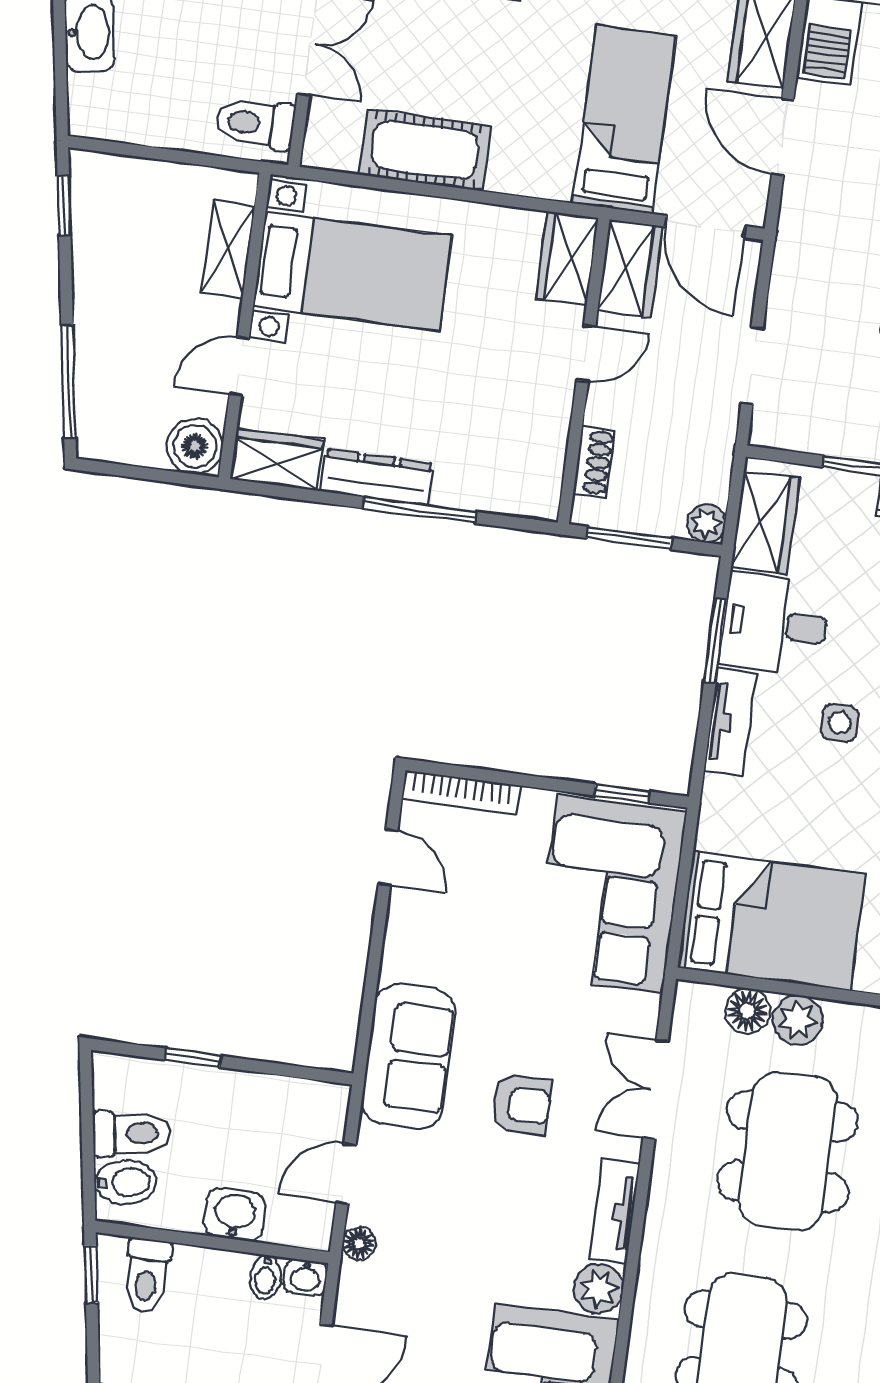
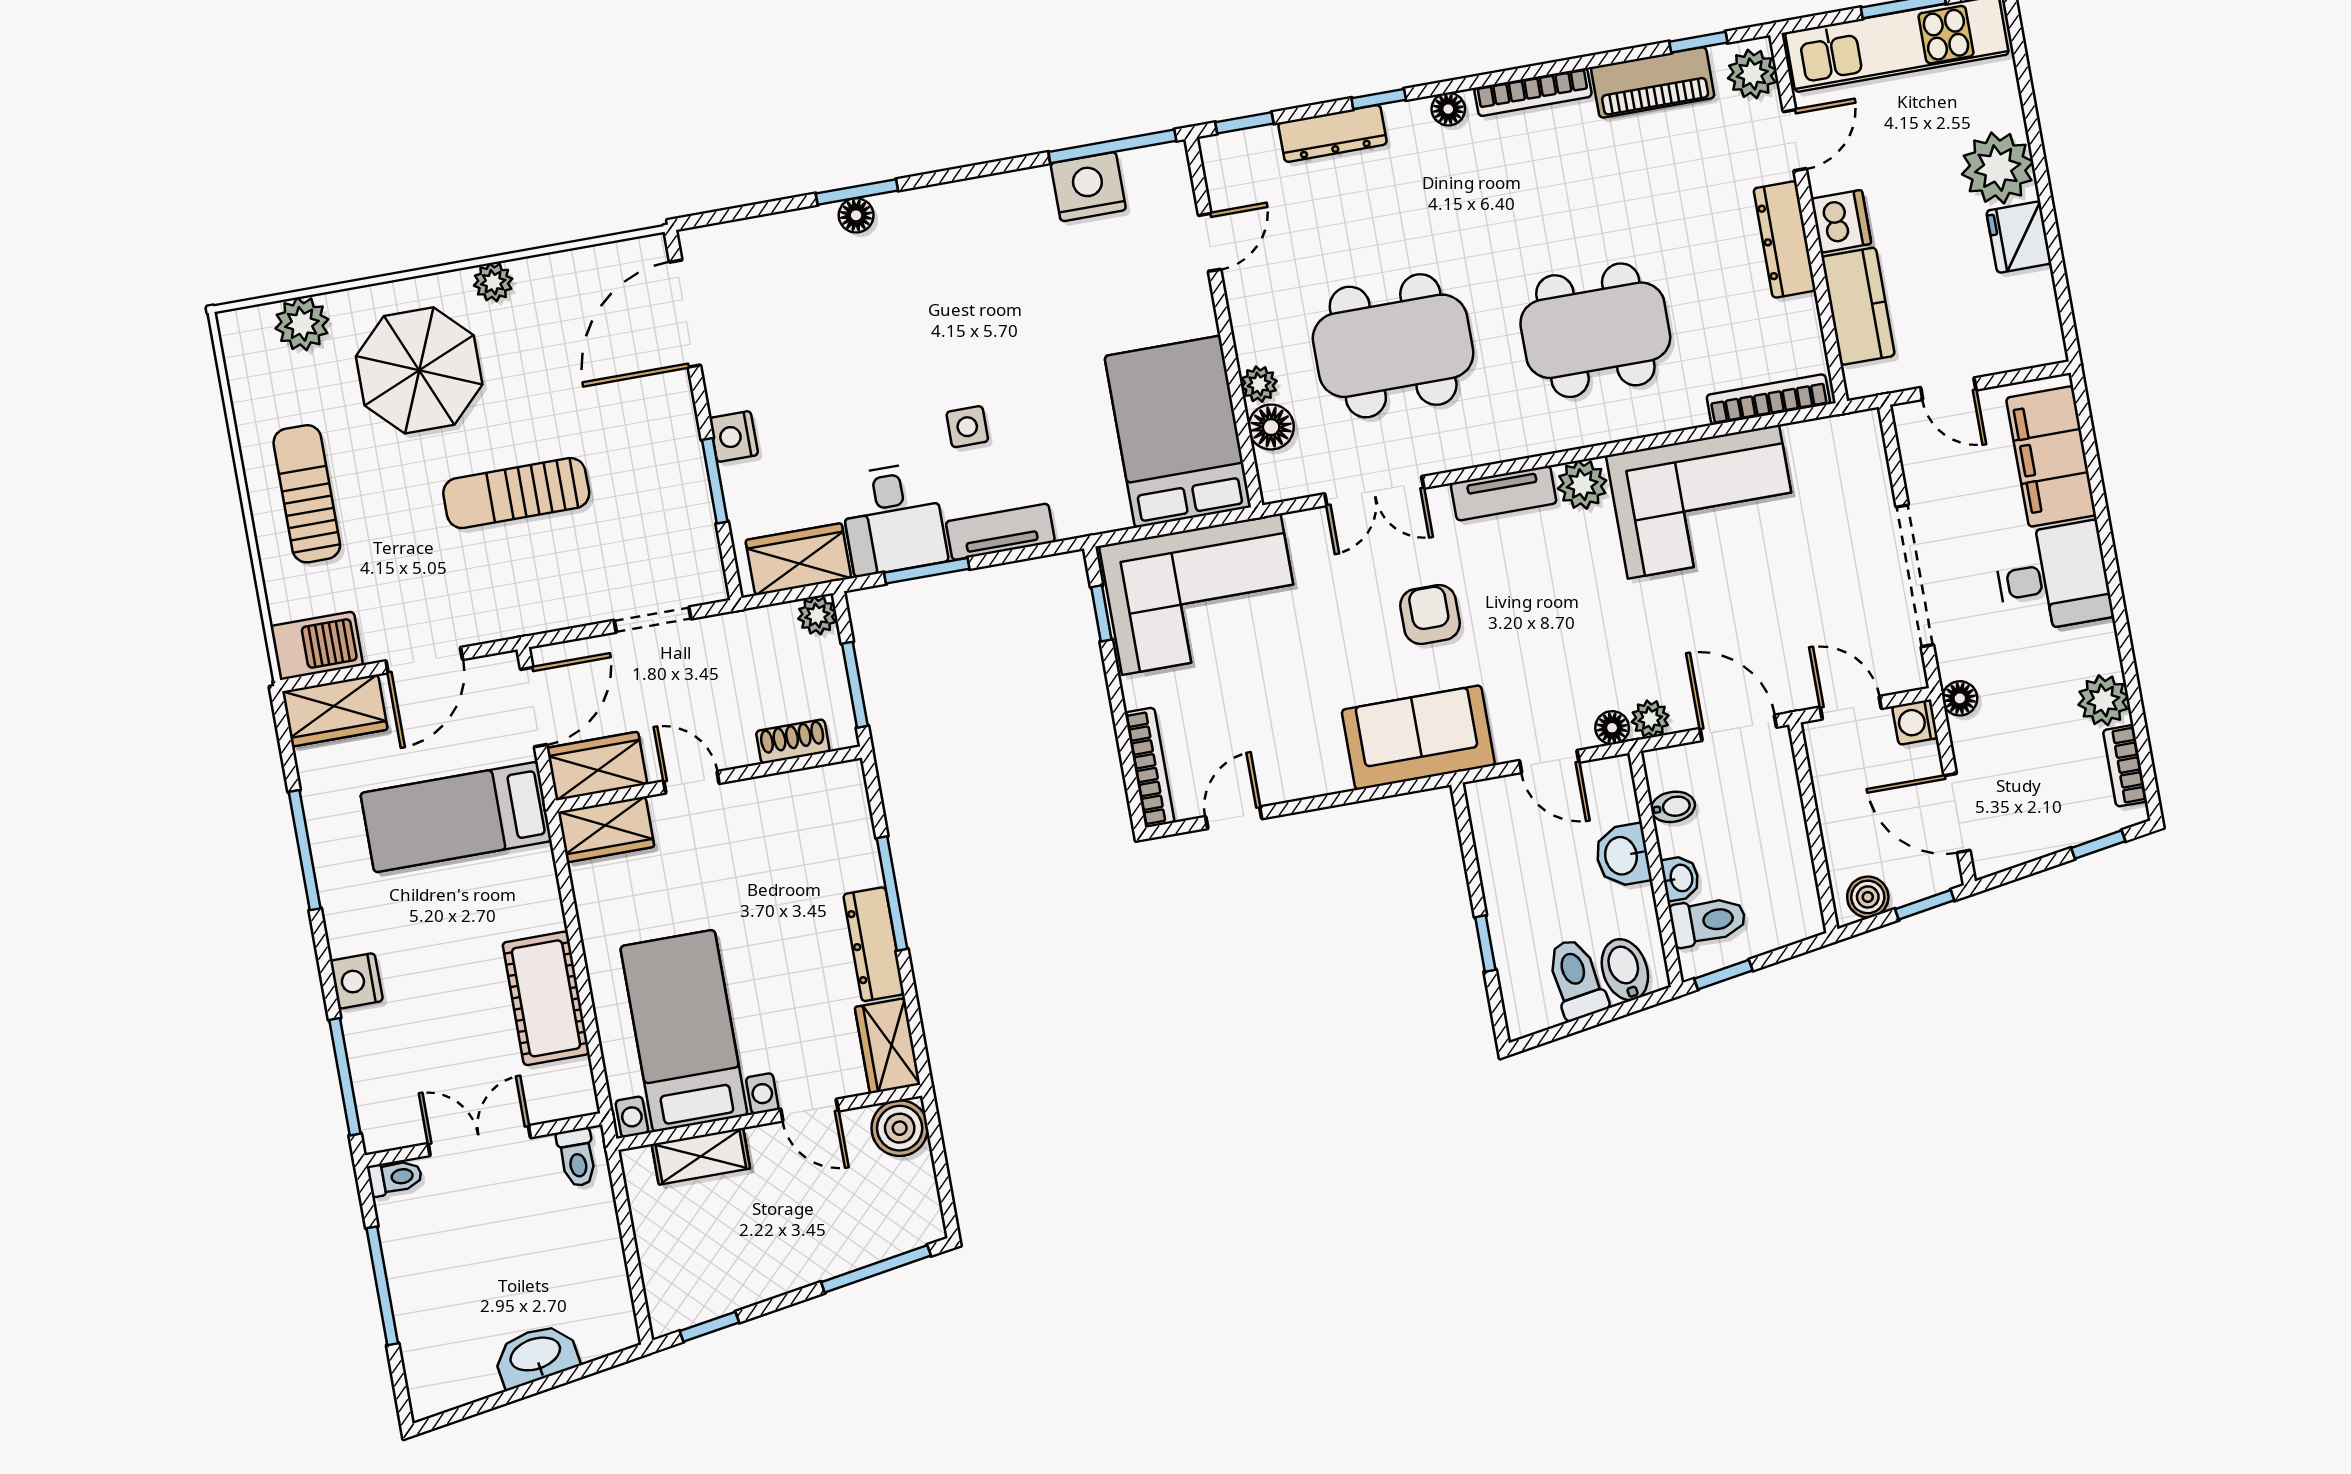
toilet: (255, 124) -> (577, 1157), width x0.73, depth x0.72
plant: (798, 1020) -> (1259, 384), width x0.73, depth x0.73
washbasin: (305, 1277) -> (1680, 878), moved
plant: (356, 1282) -> (1650, 719), added

